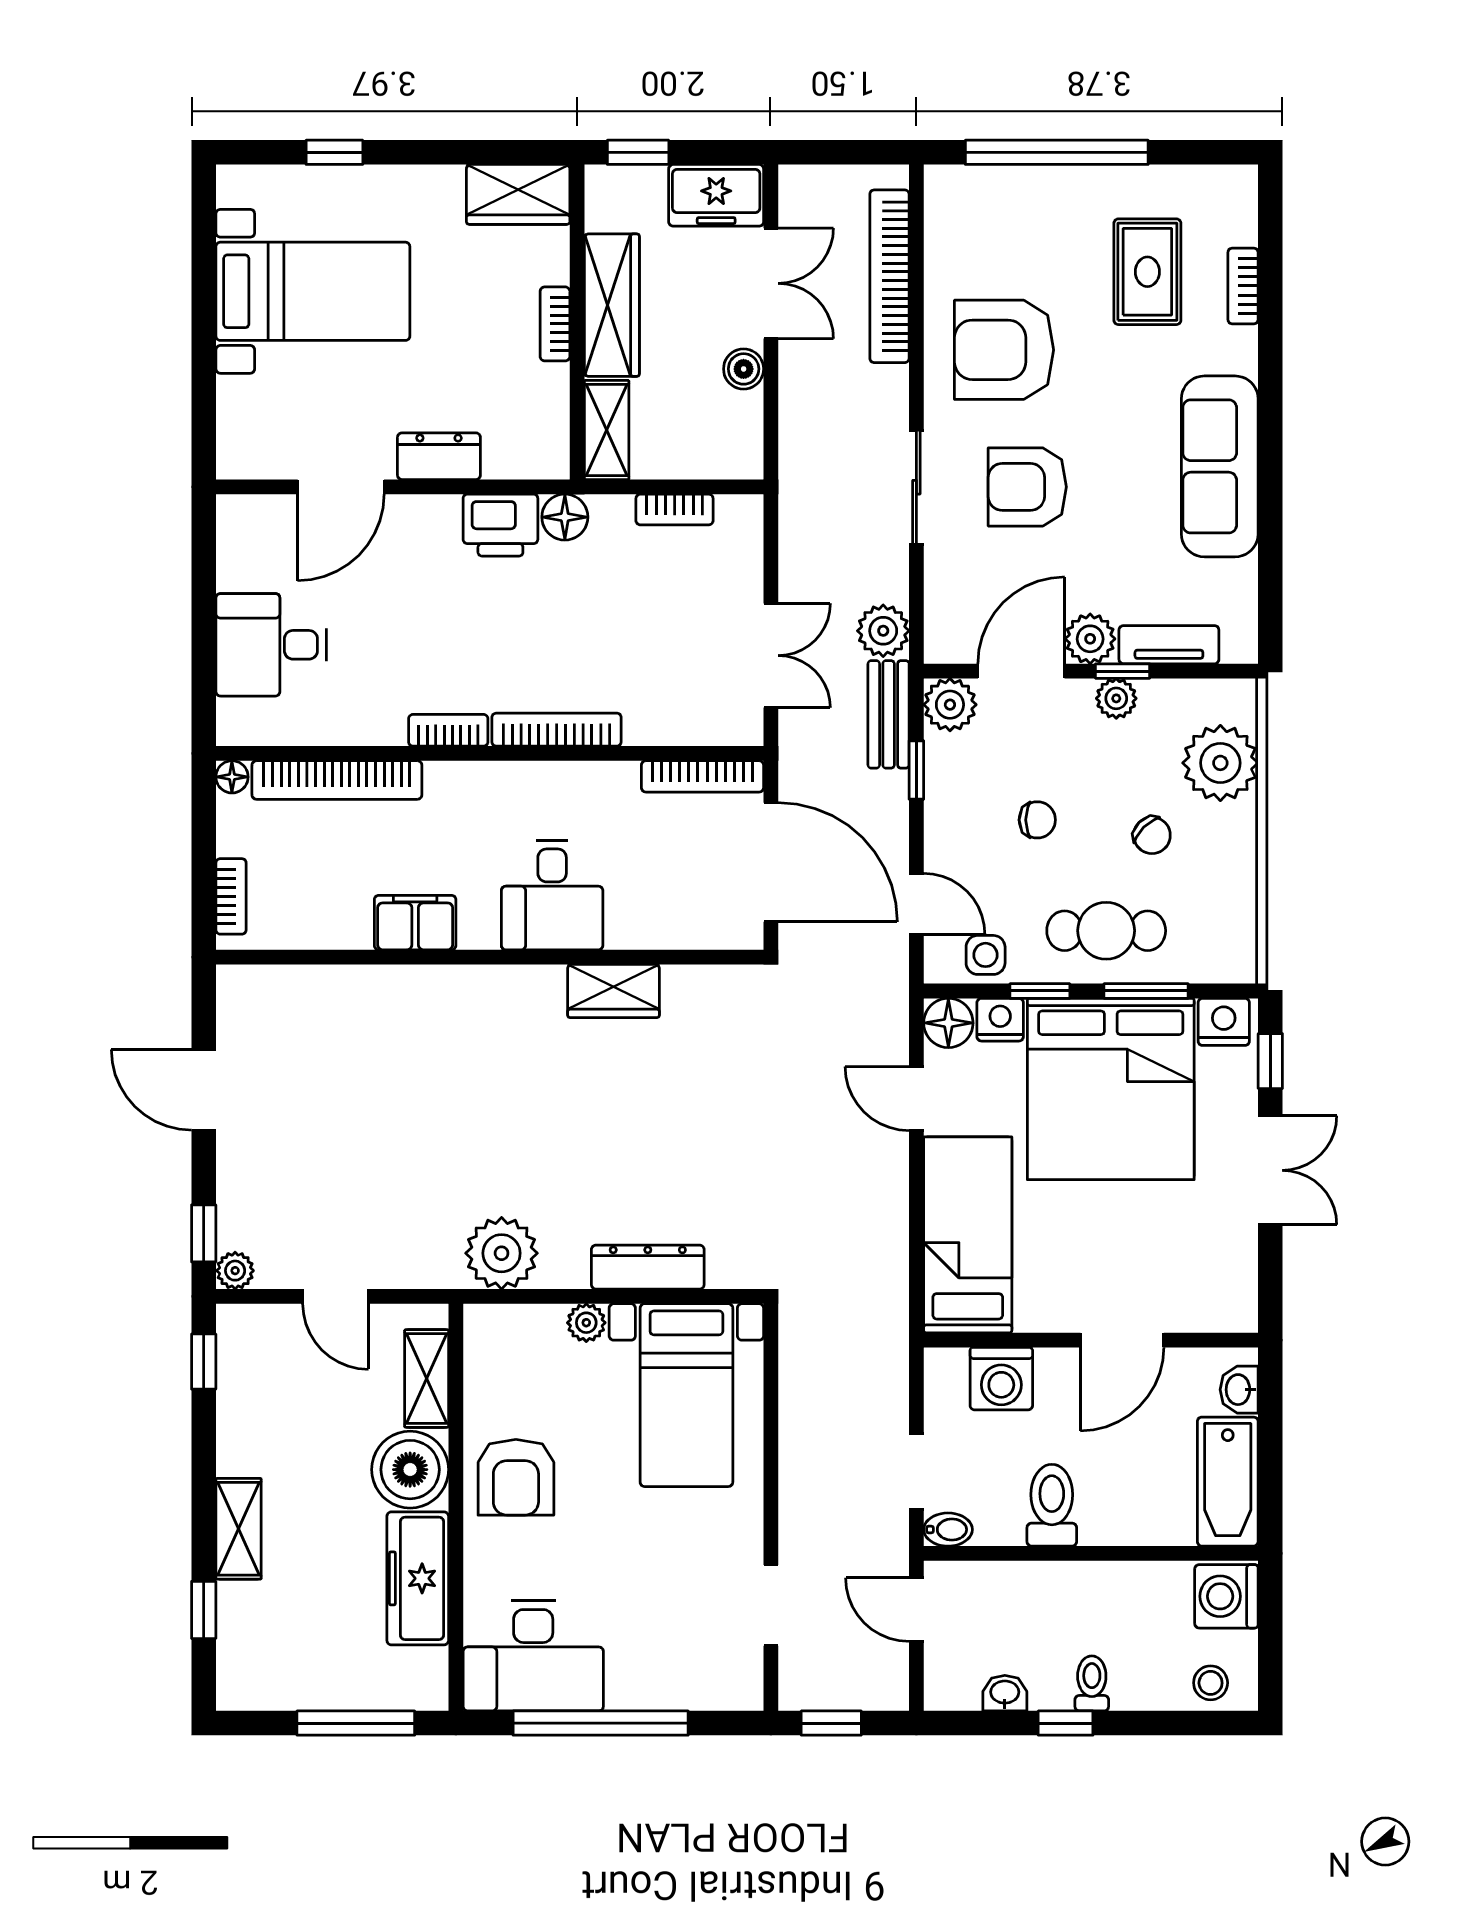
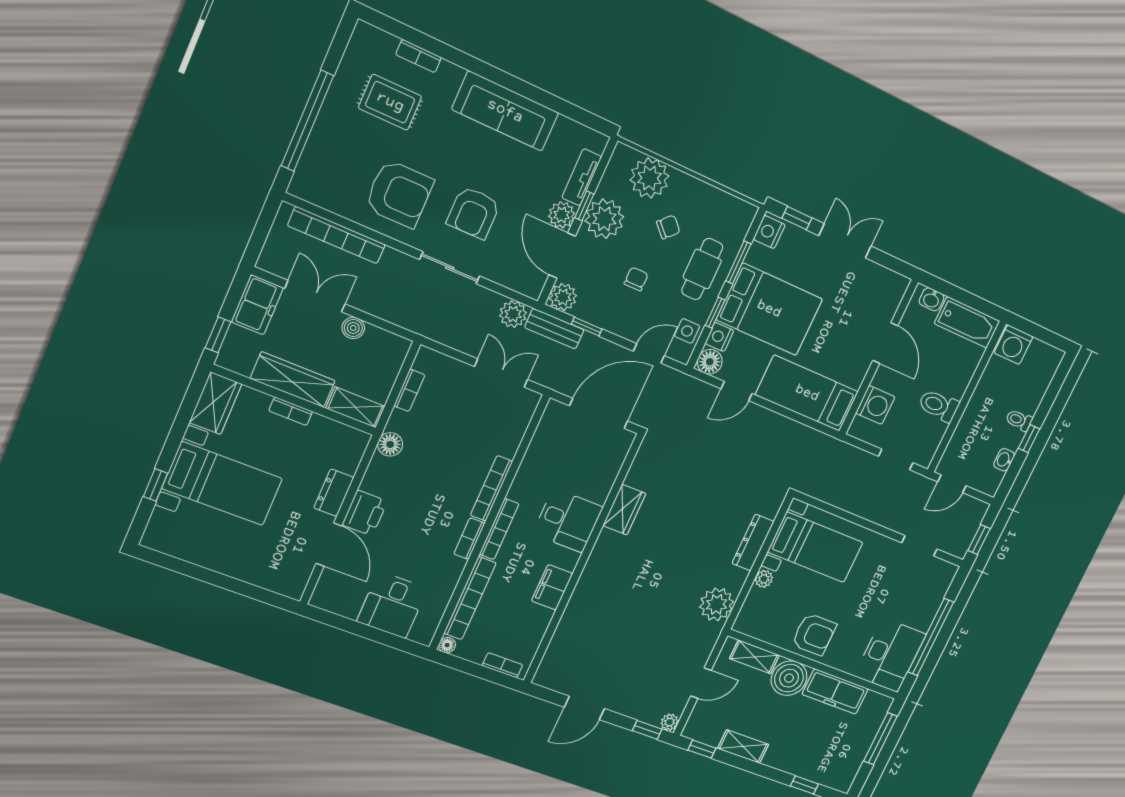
bed with nightstands: (313, 291) -> (222, 484), moved, turned 90
armchair: (1004, 350) -> (399, 194), turned -90
printer: (500, 525) -> (365, 513), moved
plant: (1116, 698) -> (604, 219), width x1.87, depth x1.87
bookcase: (703, 776) -> (499, 529), moved
bed: (1111, 1089) -> (769, 309), width x0.73
shelving: (239, 1529) -> (743, 746), moved
bidet: (948, 1530) -> (926, 456), removed
stool: (1211, 1683) -> (1045, 368), removed

